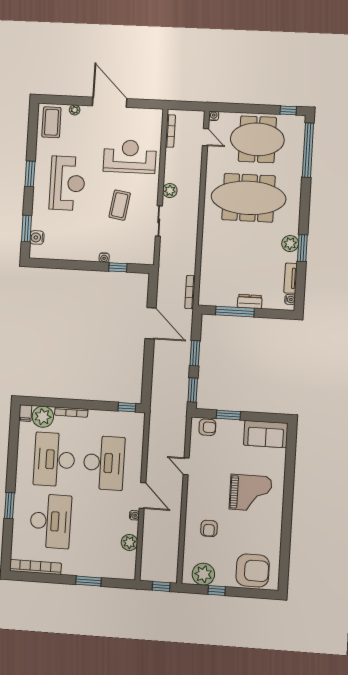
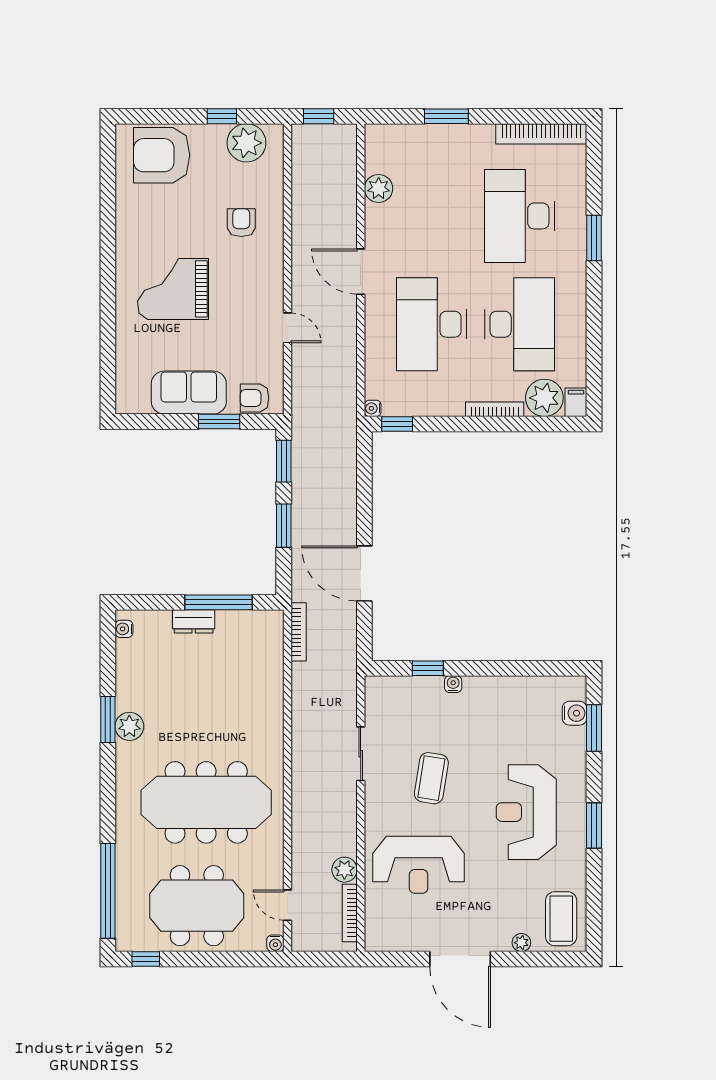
plant: (170, 191) -> (344, 870), moved
tv unit: (291, 278) -> (125, 666), removed
sofa: (266, 434) -> (189, 393), moved
water cooler: (134, 515) -> (373, 408), moved

